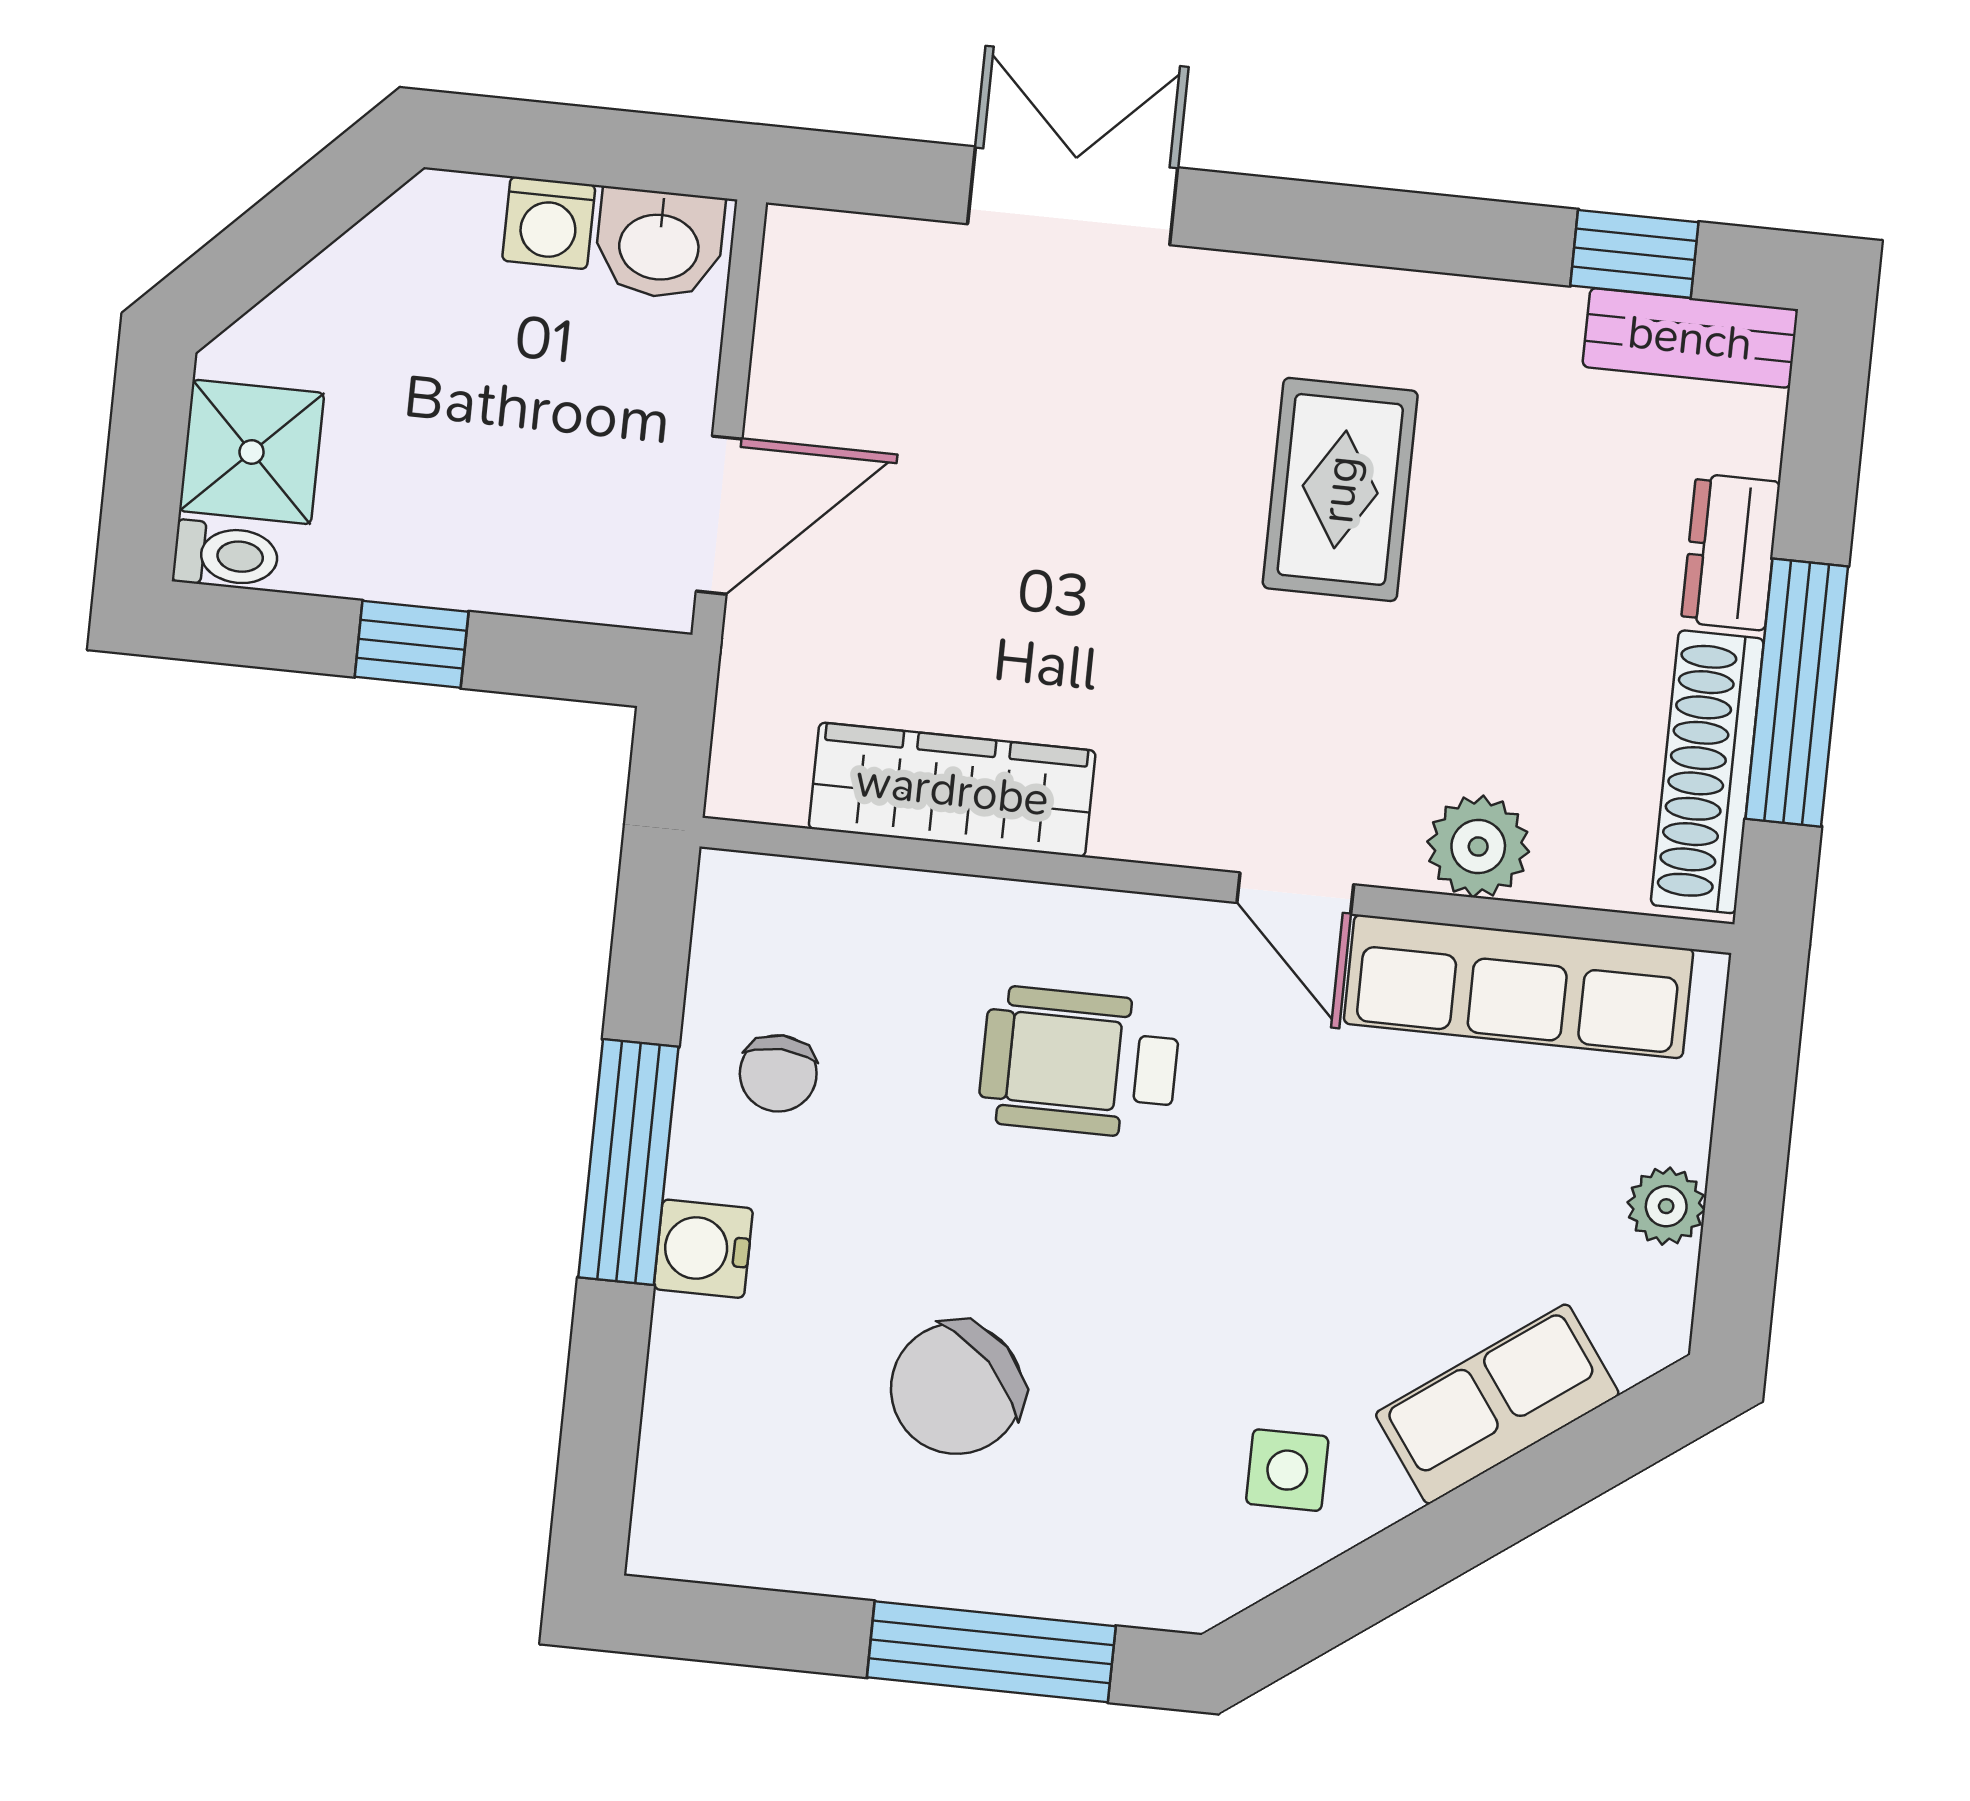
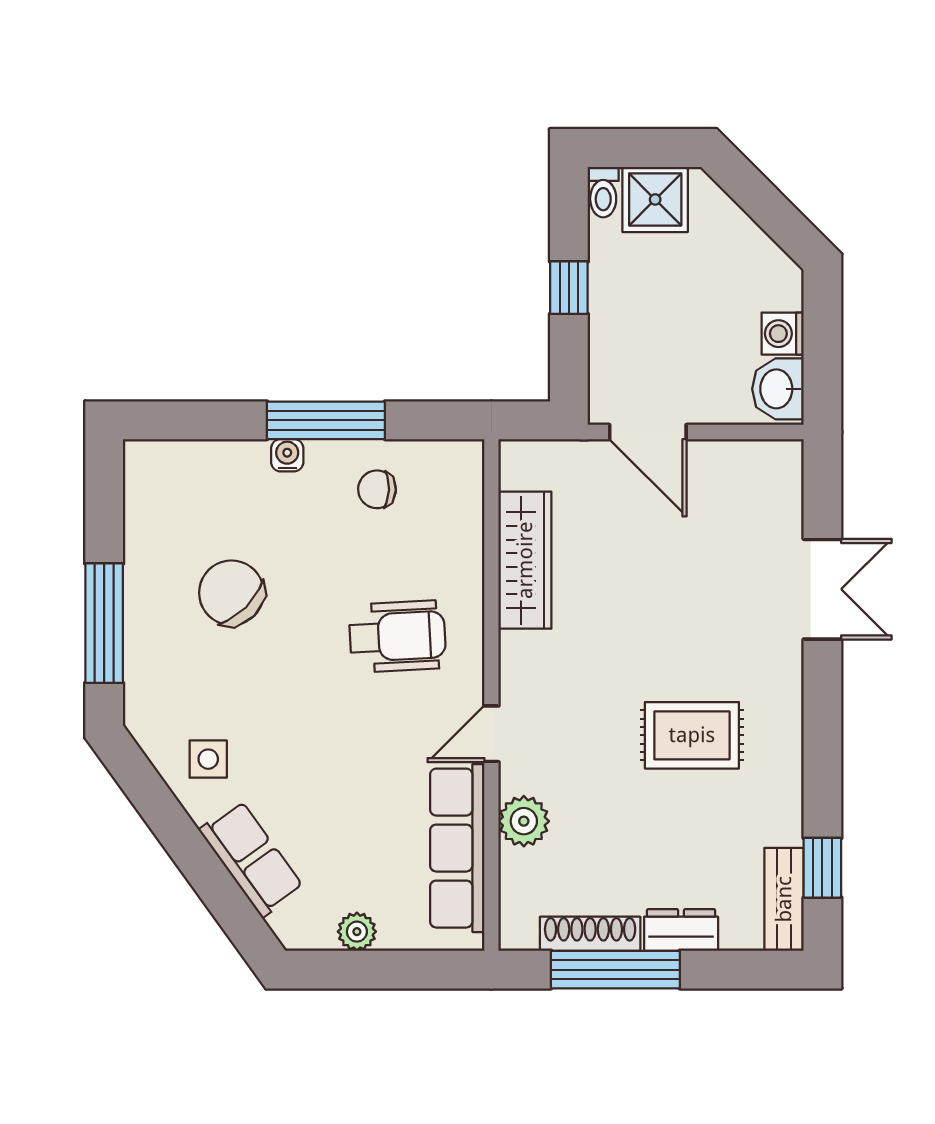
shoe rack: (1707, 772) -> (590, 934), width x0.74, depth x0.81
wheelchair: (1079, 1063) -> (398, 636), turned 87
water cooler: (703, 1249) -> (287, 455), width x0.72, depth x0.72

